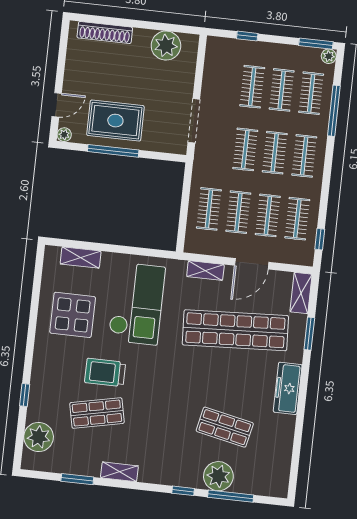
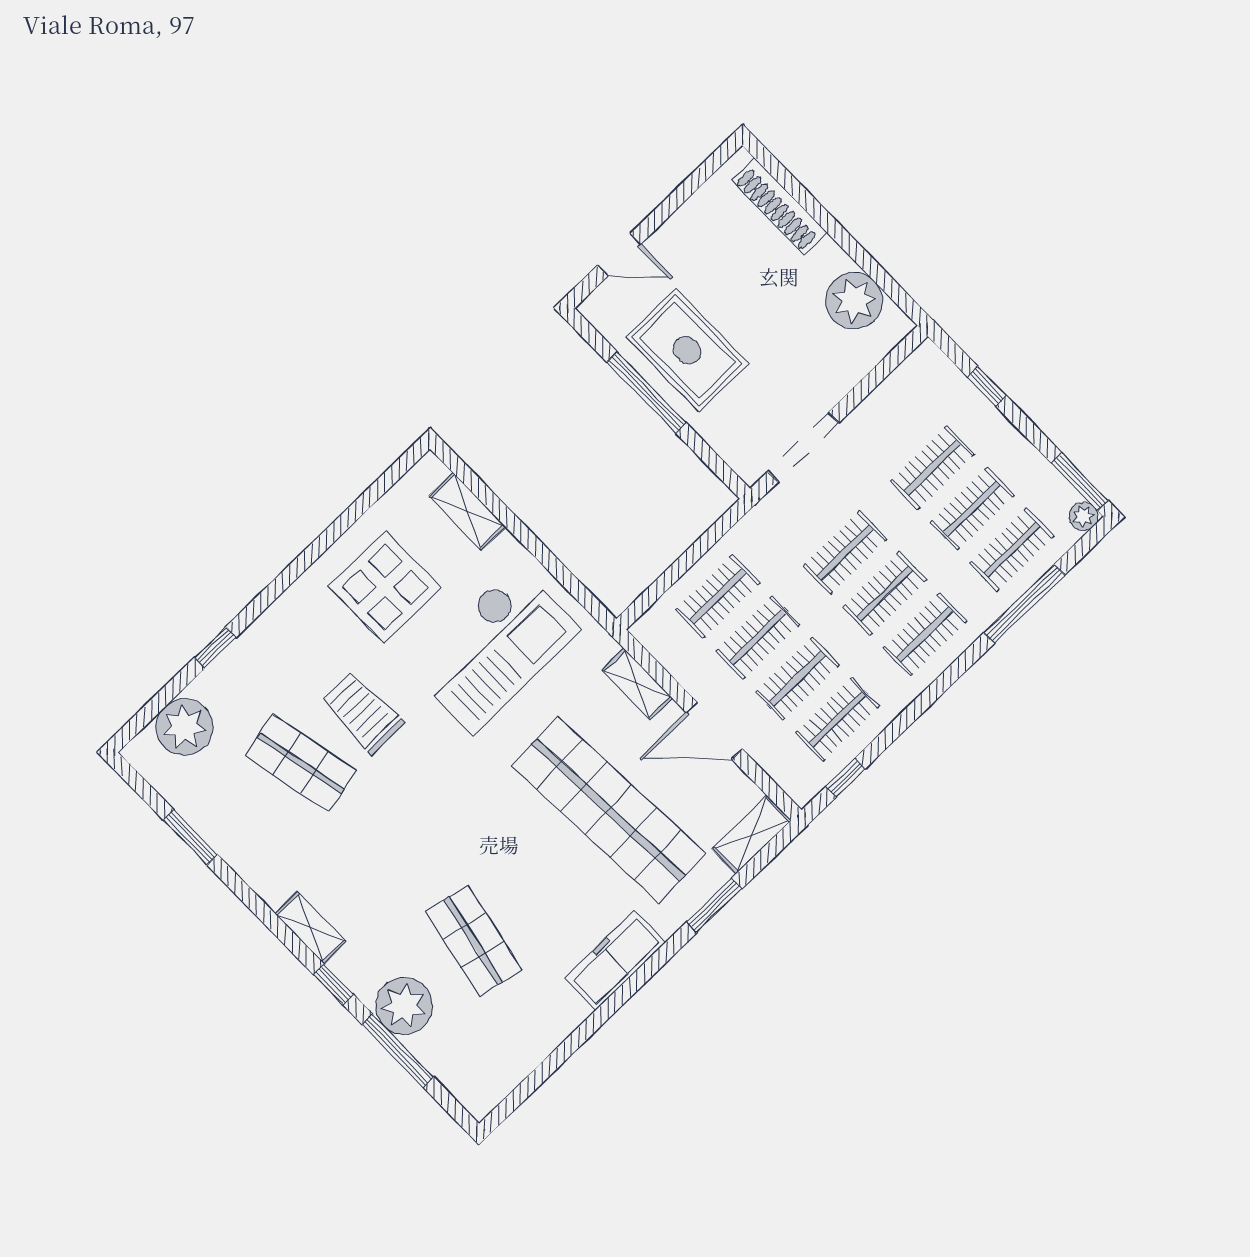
plant: (64, 135) -> (594, 308), removed
shelving: (119, 472) -> (310, 928), moved

